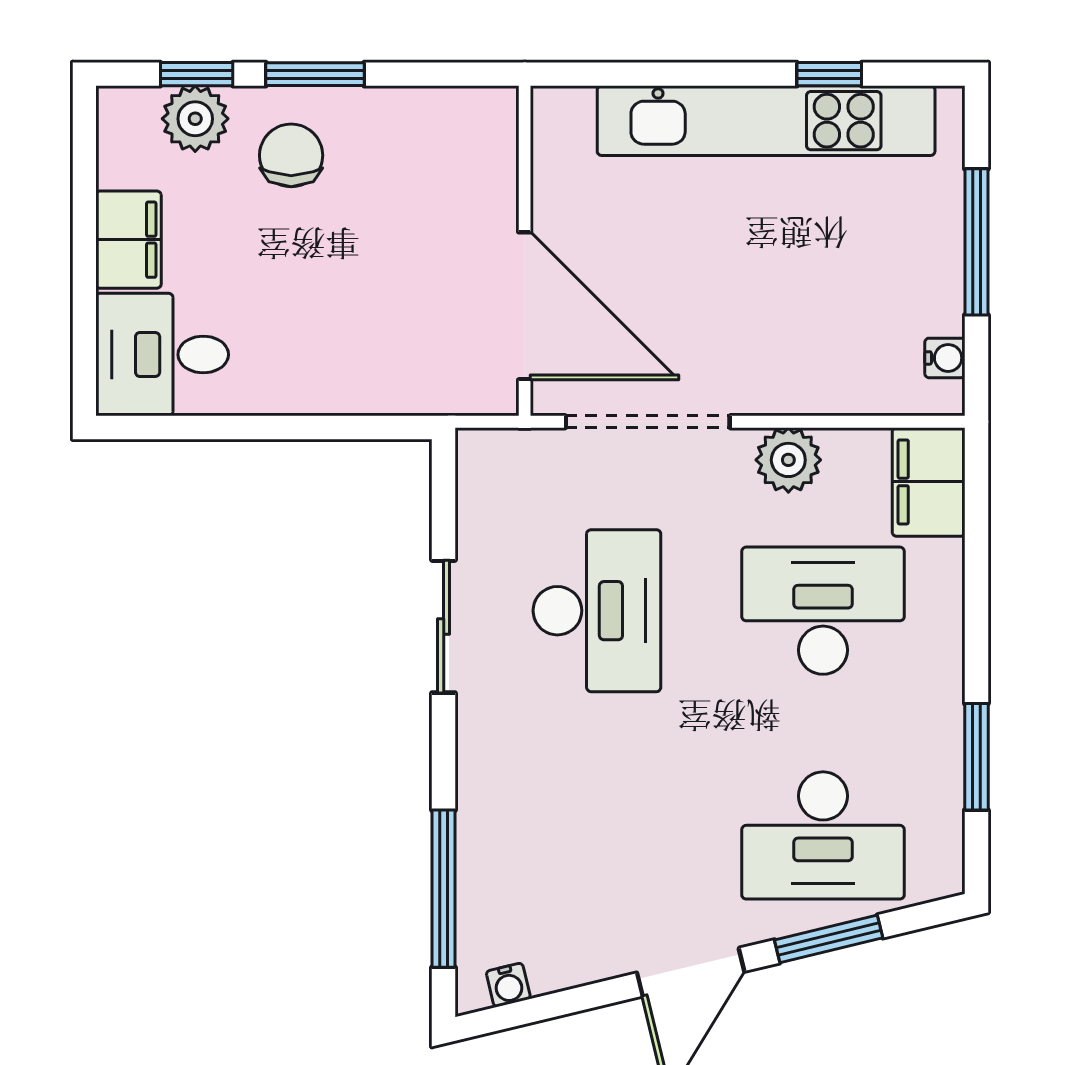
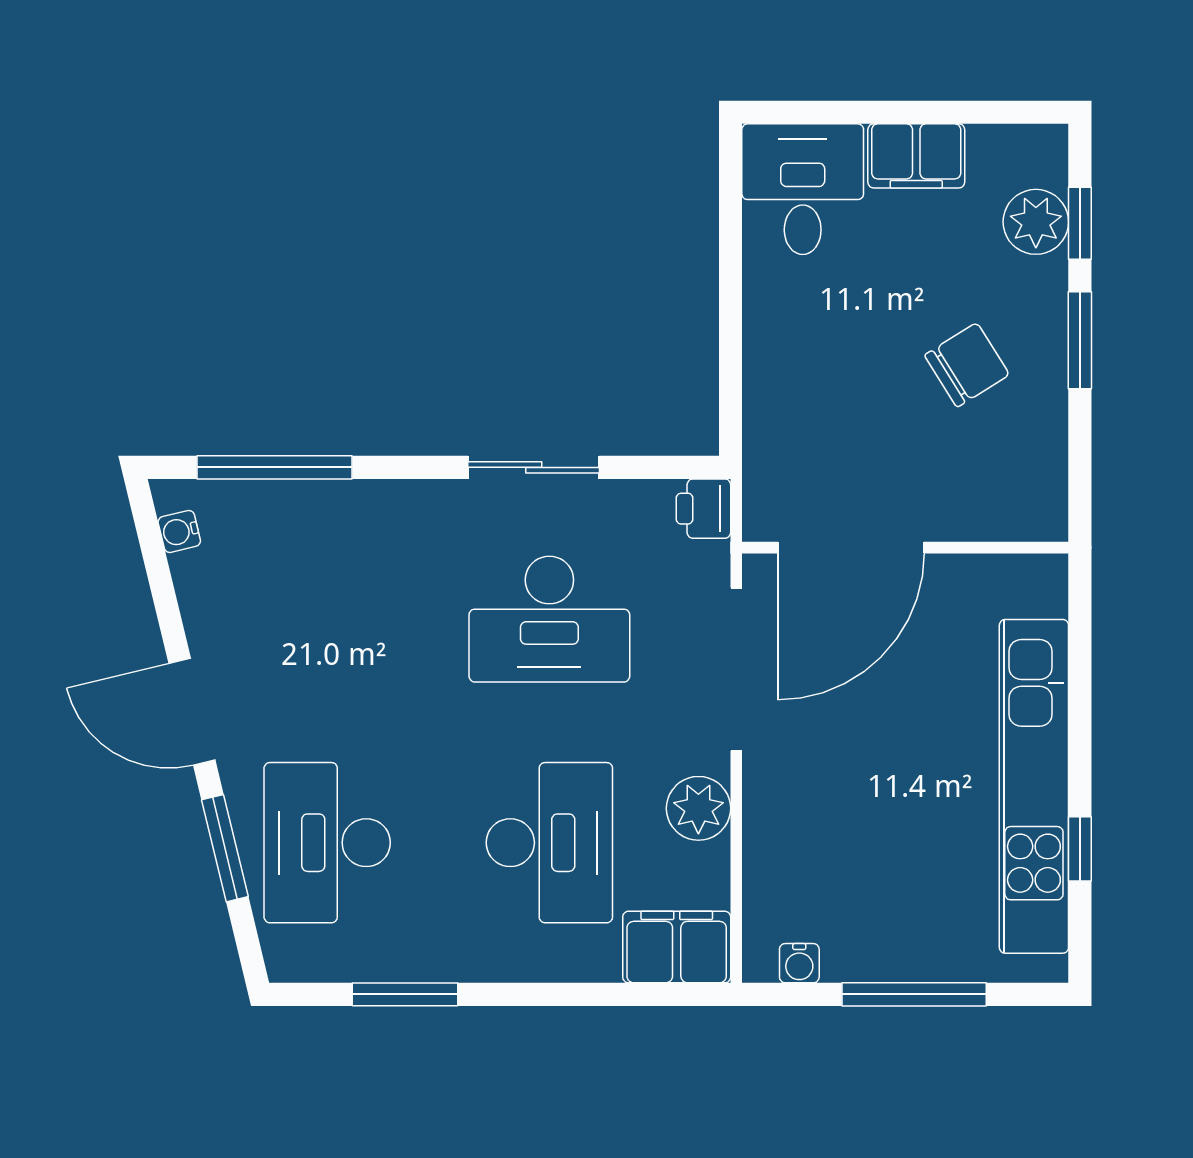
chair: (291, 155) -> (967, 365), moved, turned -32
printer: (485, 455) -> (703, 509), added

